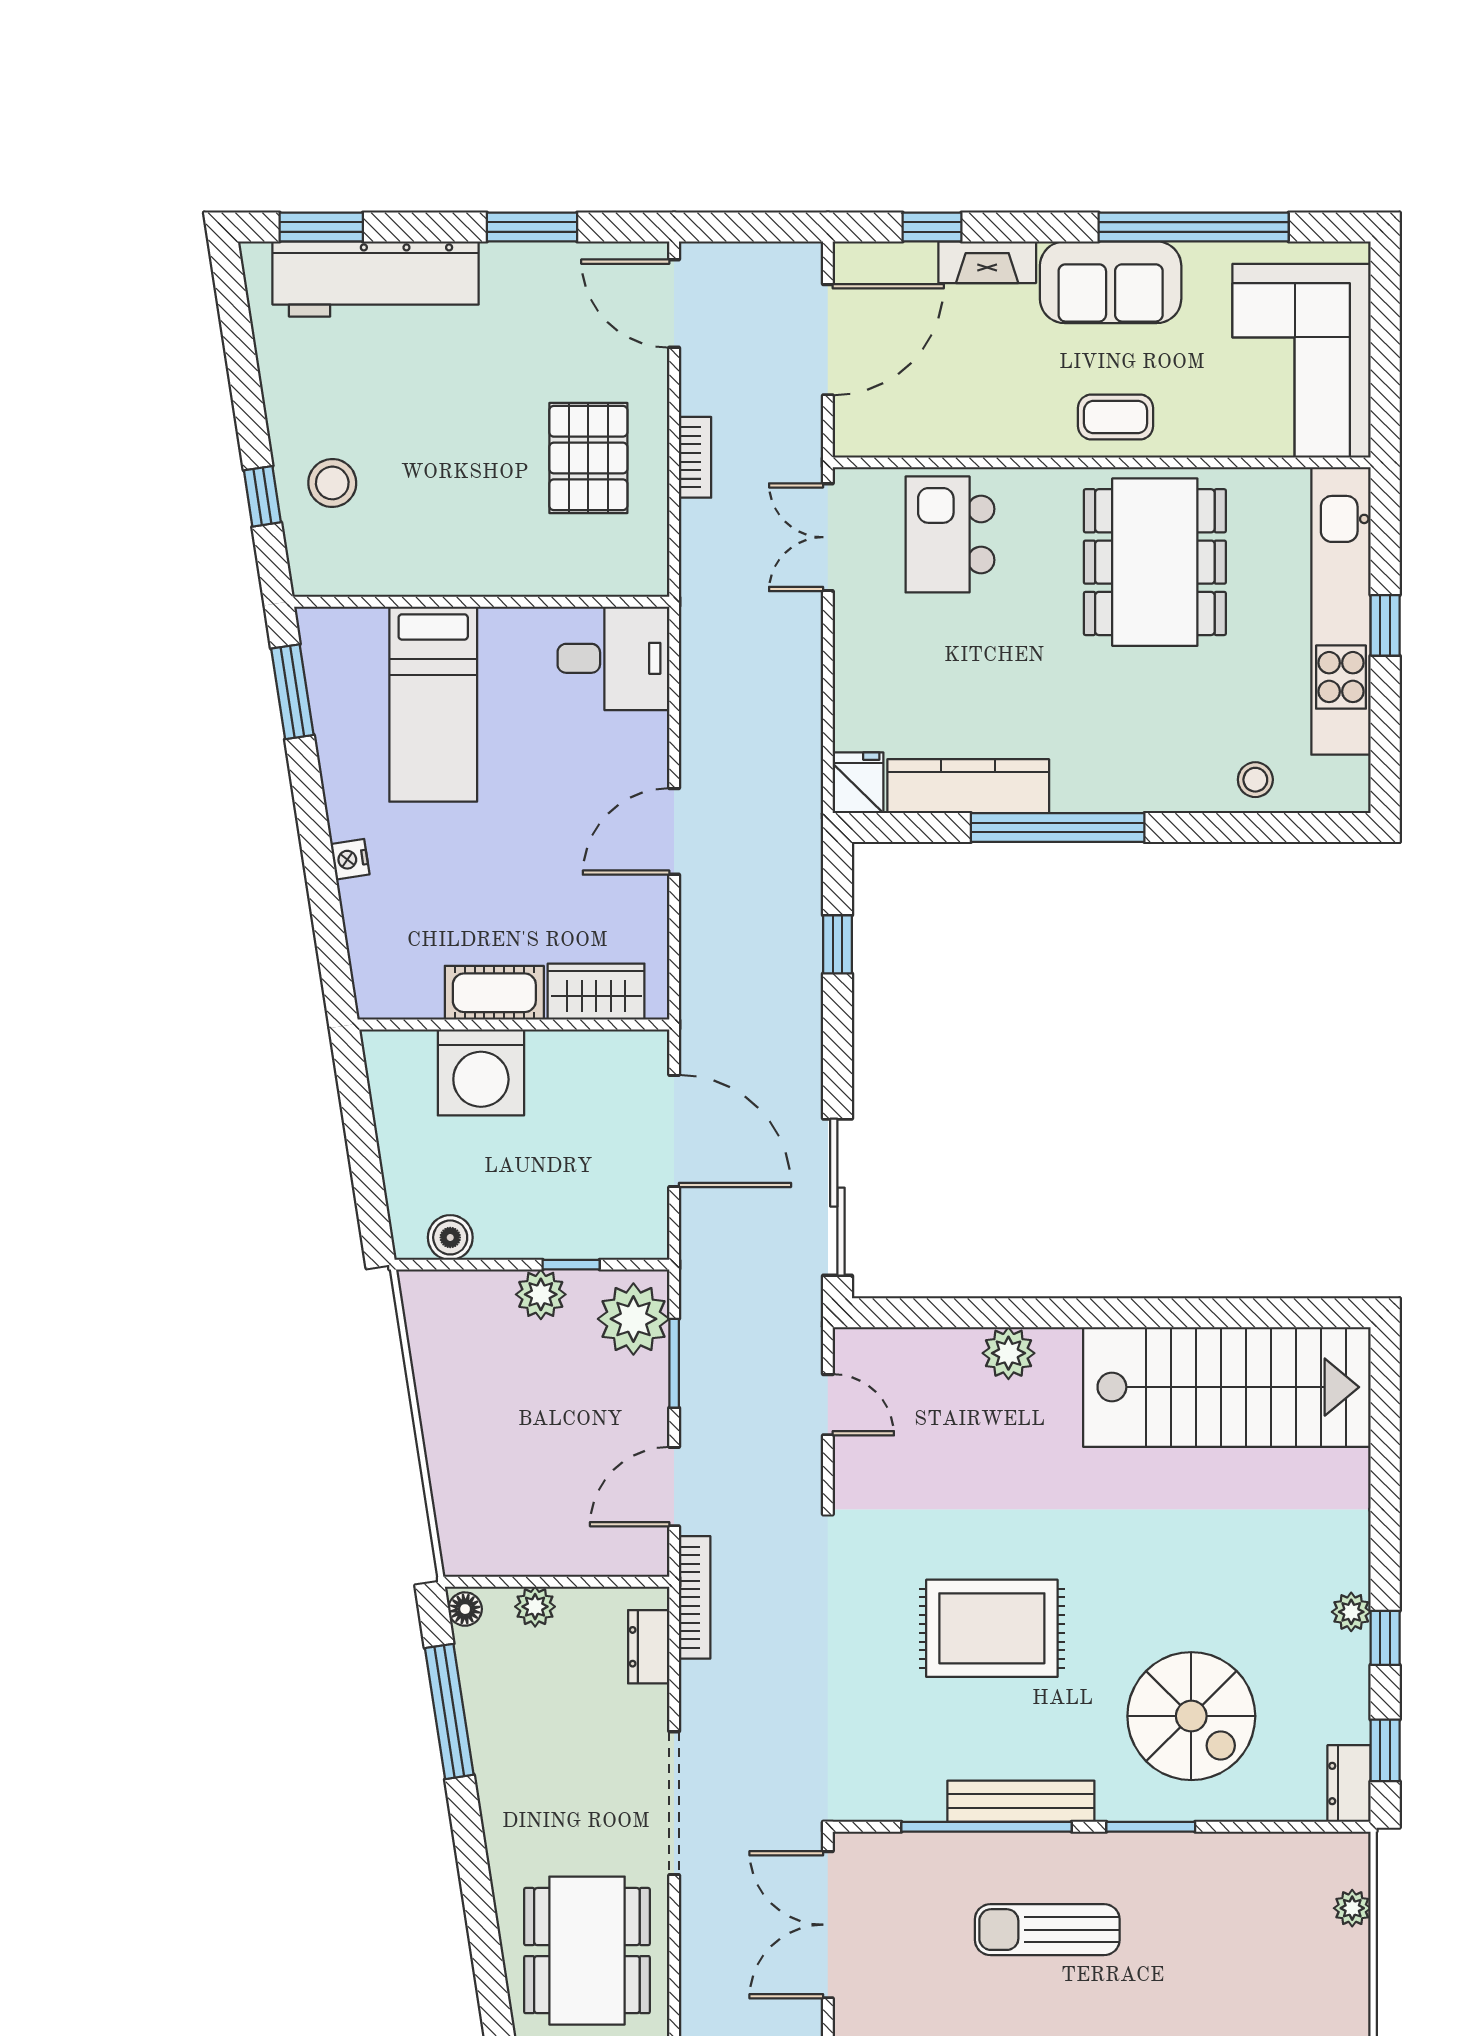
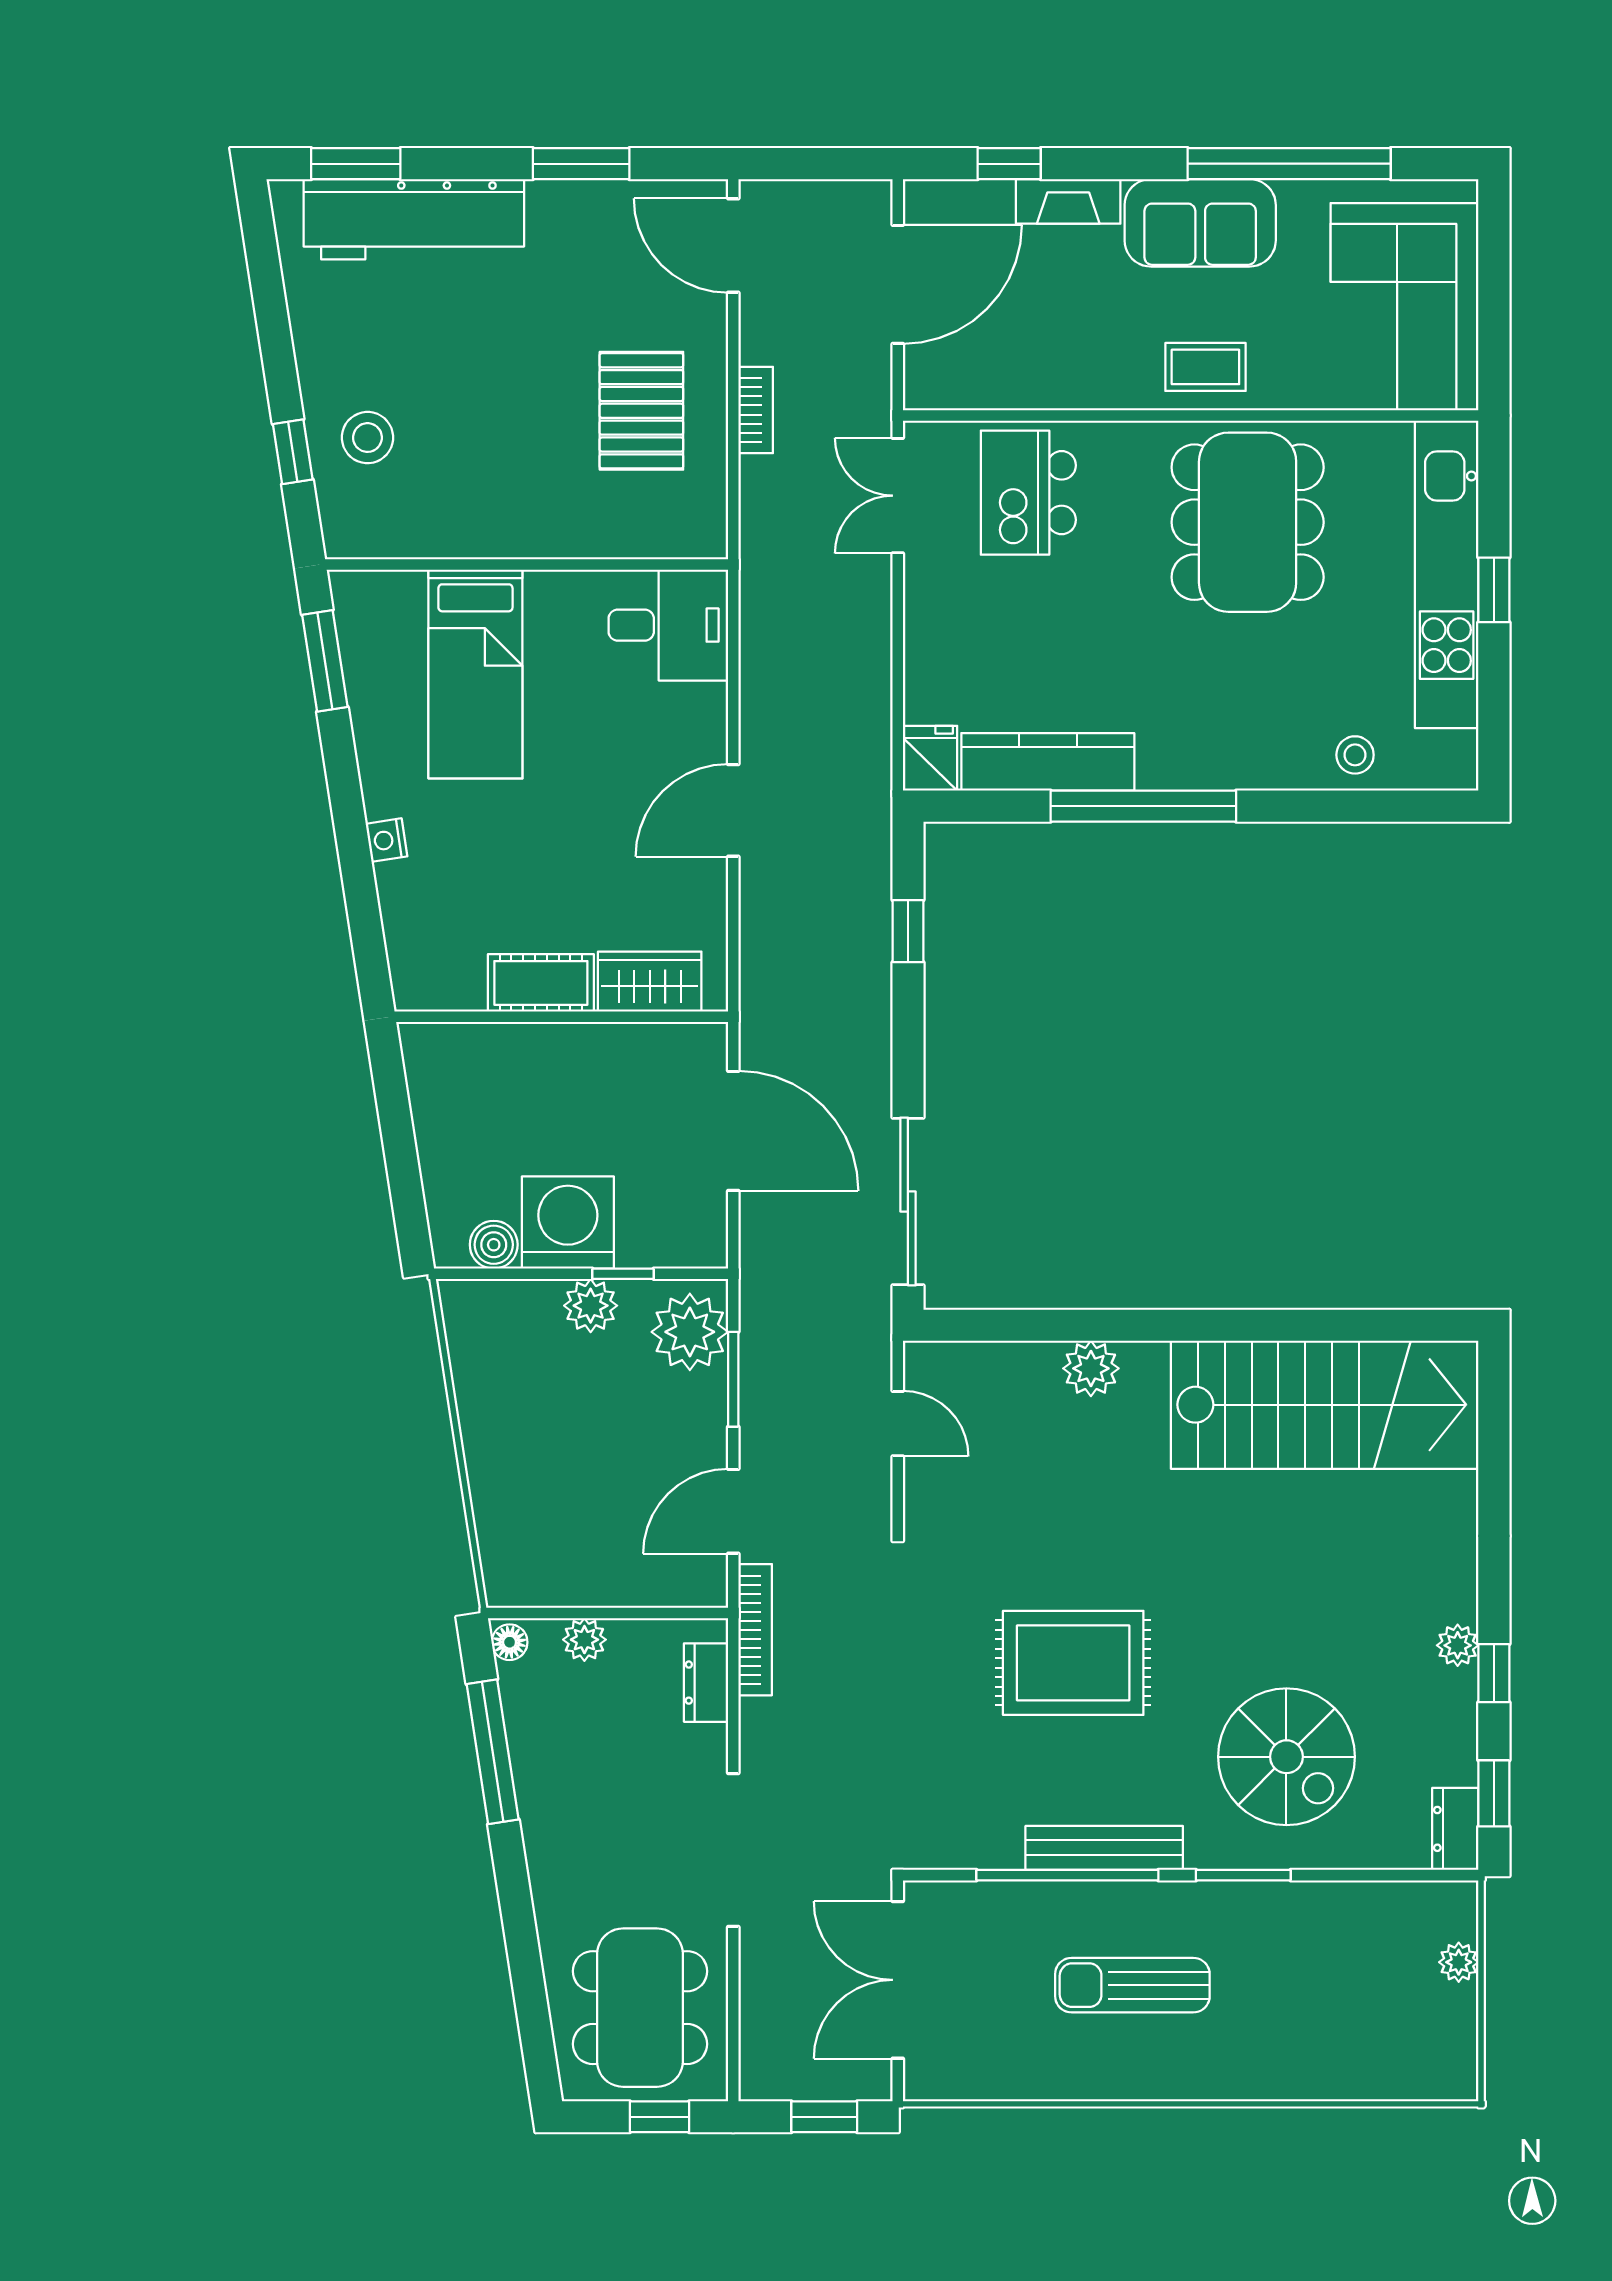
washing machine: (481, 1072) -> (568, 1223), moved, turned 180

